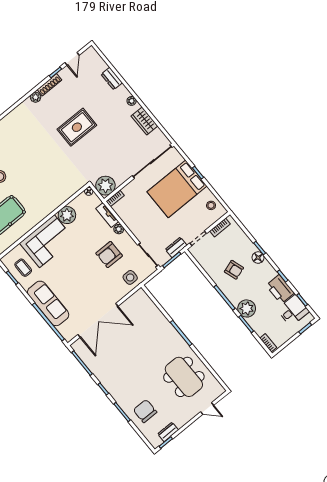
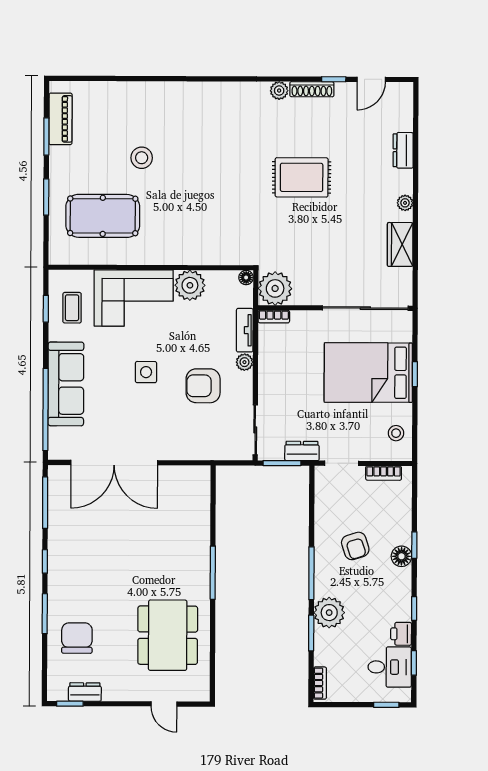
side table: (130, 277) -> (146, 372), moved
printer: (280, 289) -> (401, 634), width x0.53, depth x0.68

